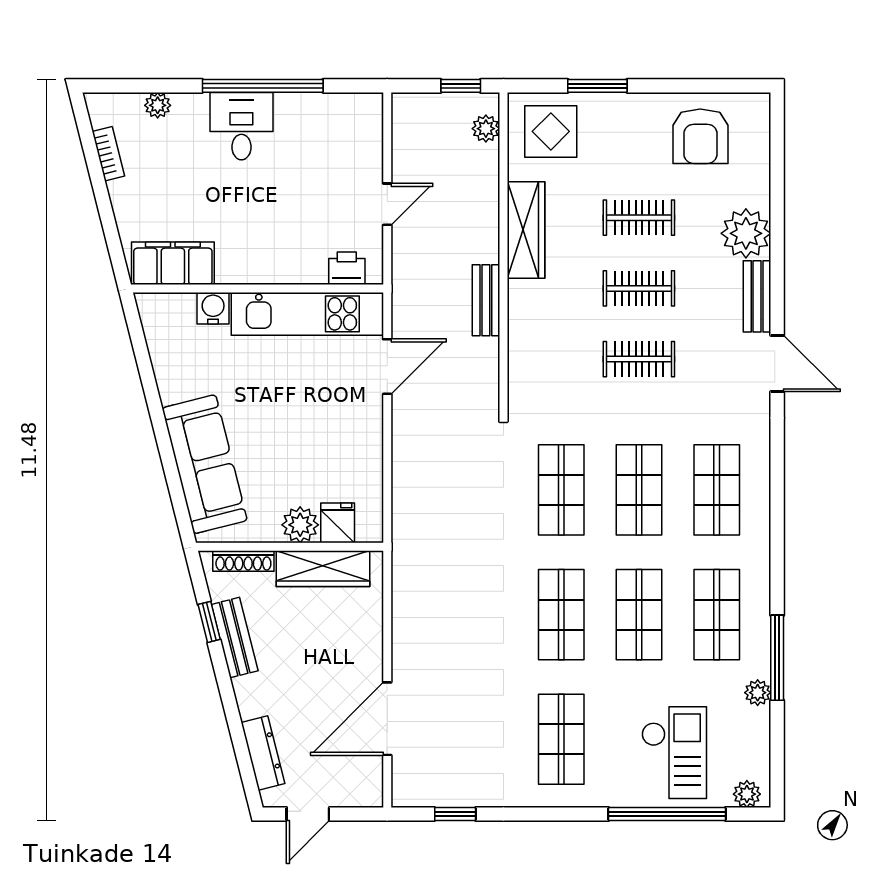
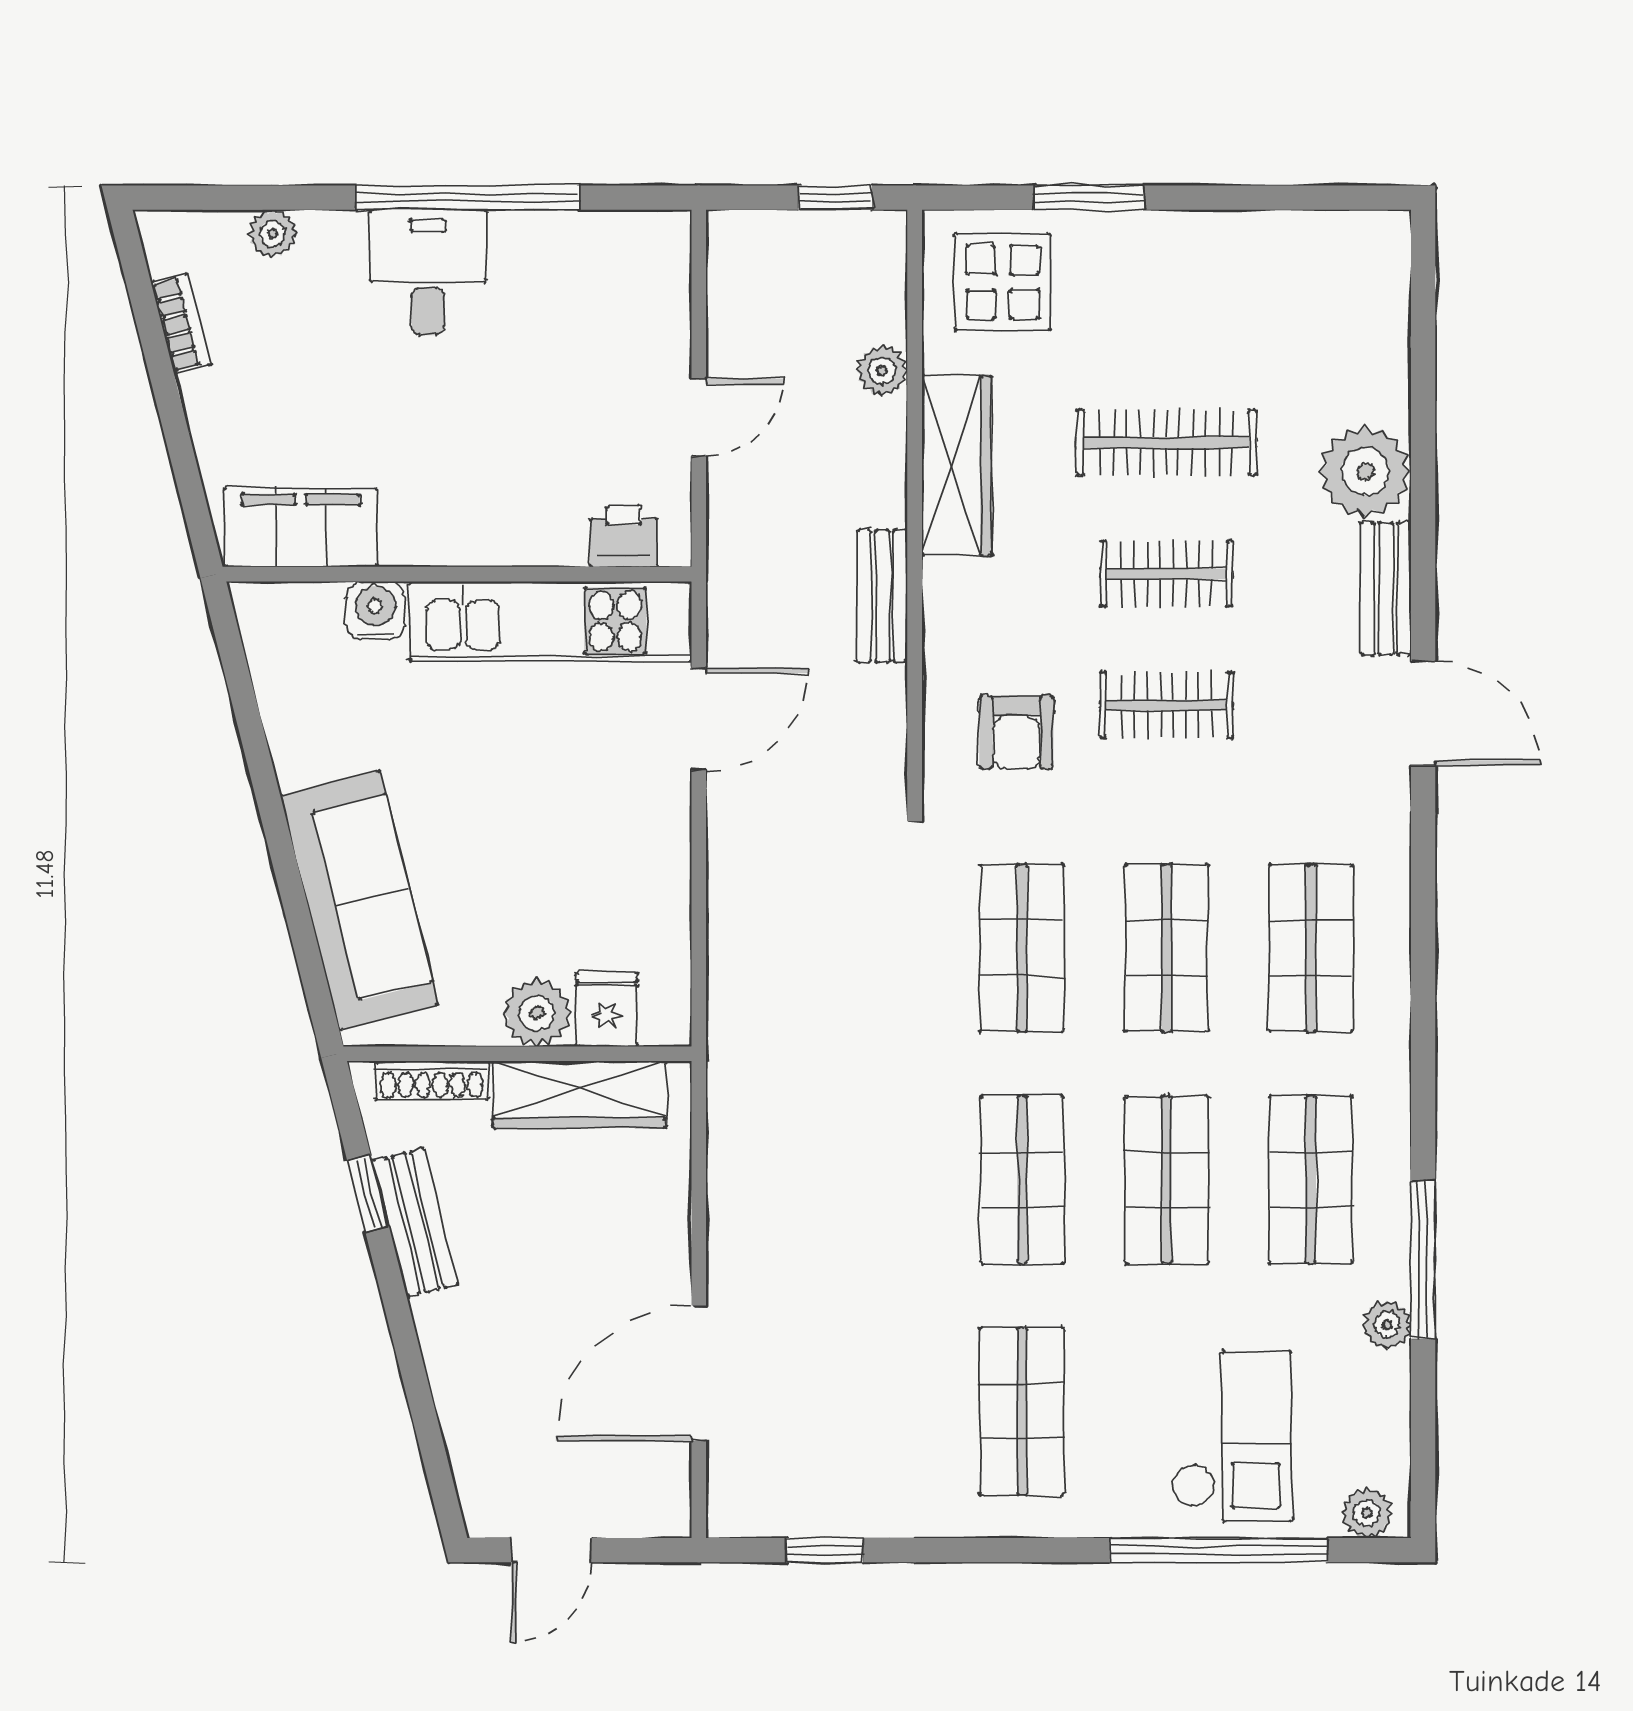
plant: (486, 129) -> (882, 371), moved
armchair: (700, 136) -> (1016, 732), moved, width x0.72, depth x0.72
clothes rail: (639, 218) -> (1166, 443), width x1.36
dresser: (263, 753) -> (468, 1437), removed

